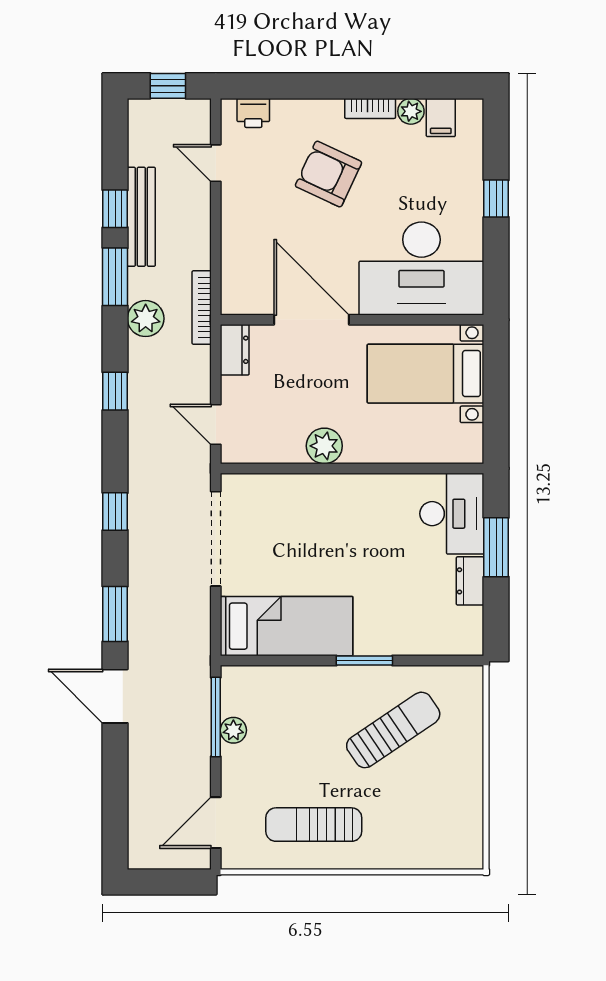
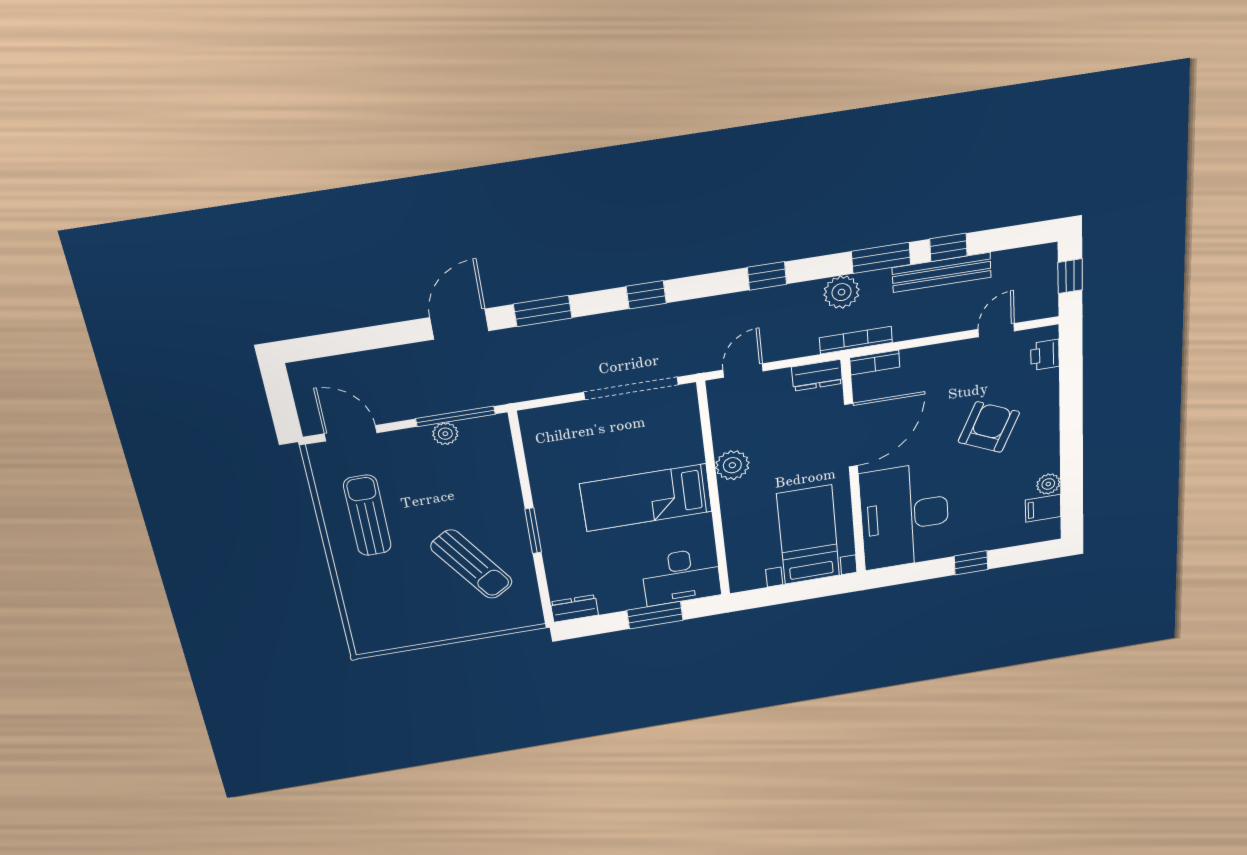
bookcase: (370, 108) -> (875, 362), moved, turned -90
dresser: (470, 581) -> (574, 608), moved
bed: (286, 626) -> (646, 498), moved, turned 90

